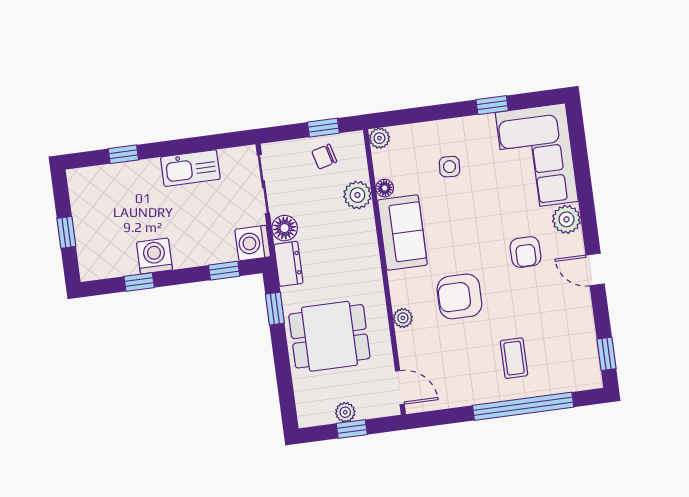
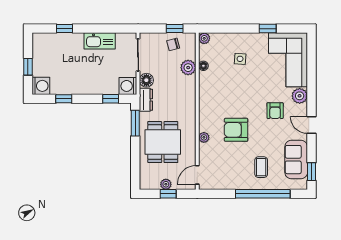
sofa: (402, 232) -> (296, 160), moved, turned 180
washing machine: (154, 256) -> (41, 86), moved, turned 90
window: (275, 309) -> (135, 123), width x1.50
dining table: (329, 336) -> (163, 142), turned 90
door: (400, 388) -> (197, 175), swing flipped

